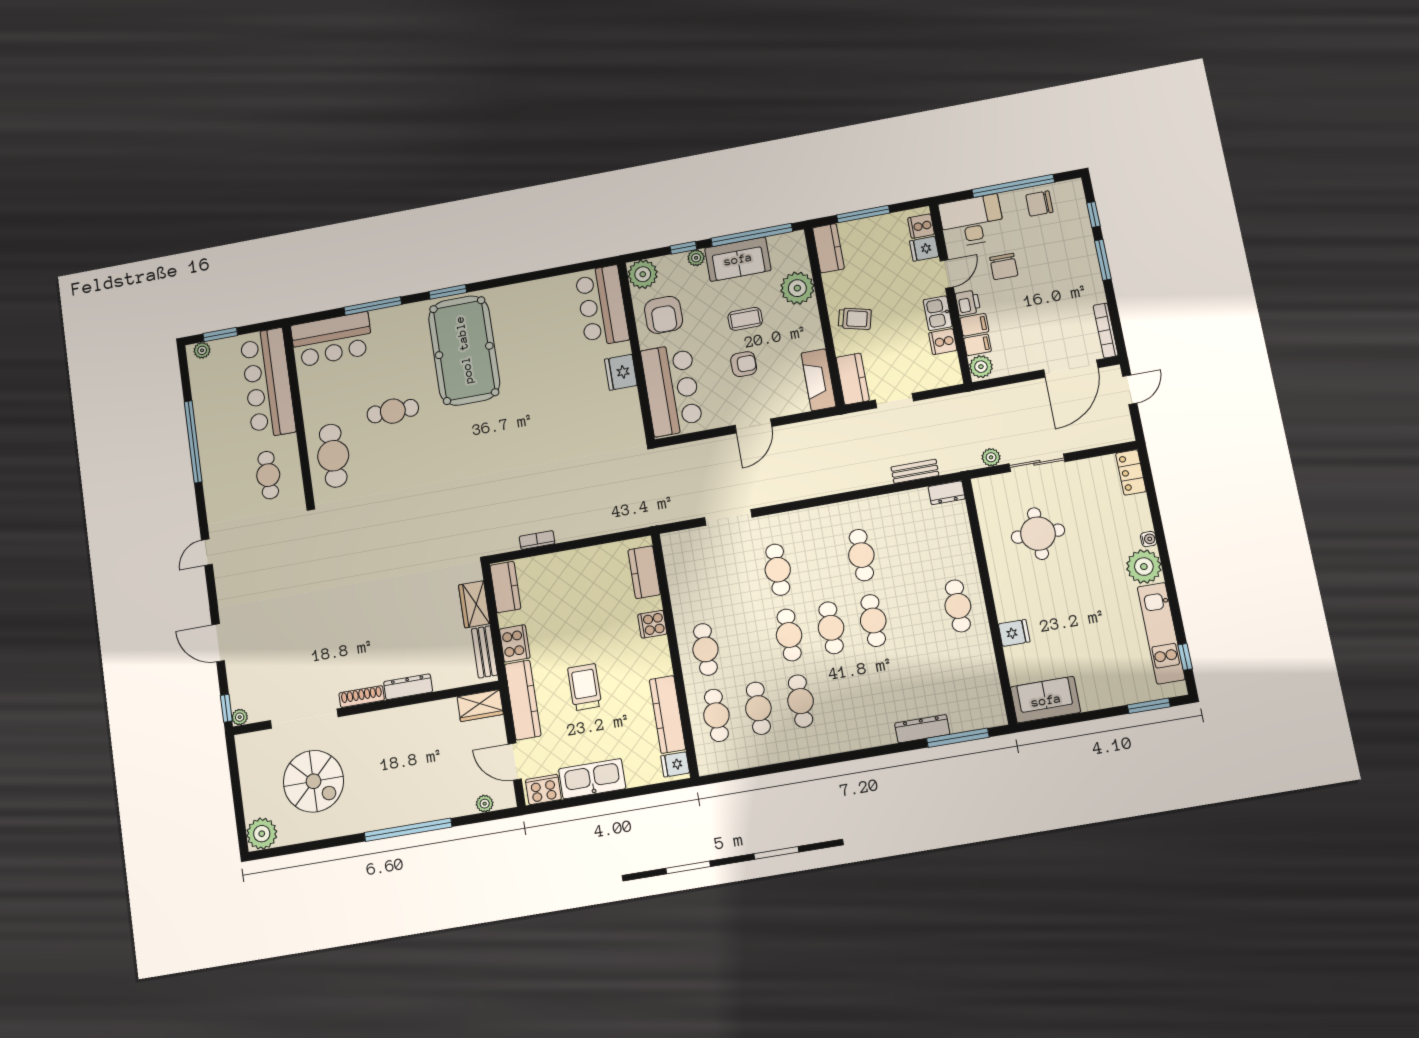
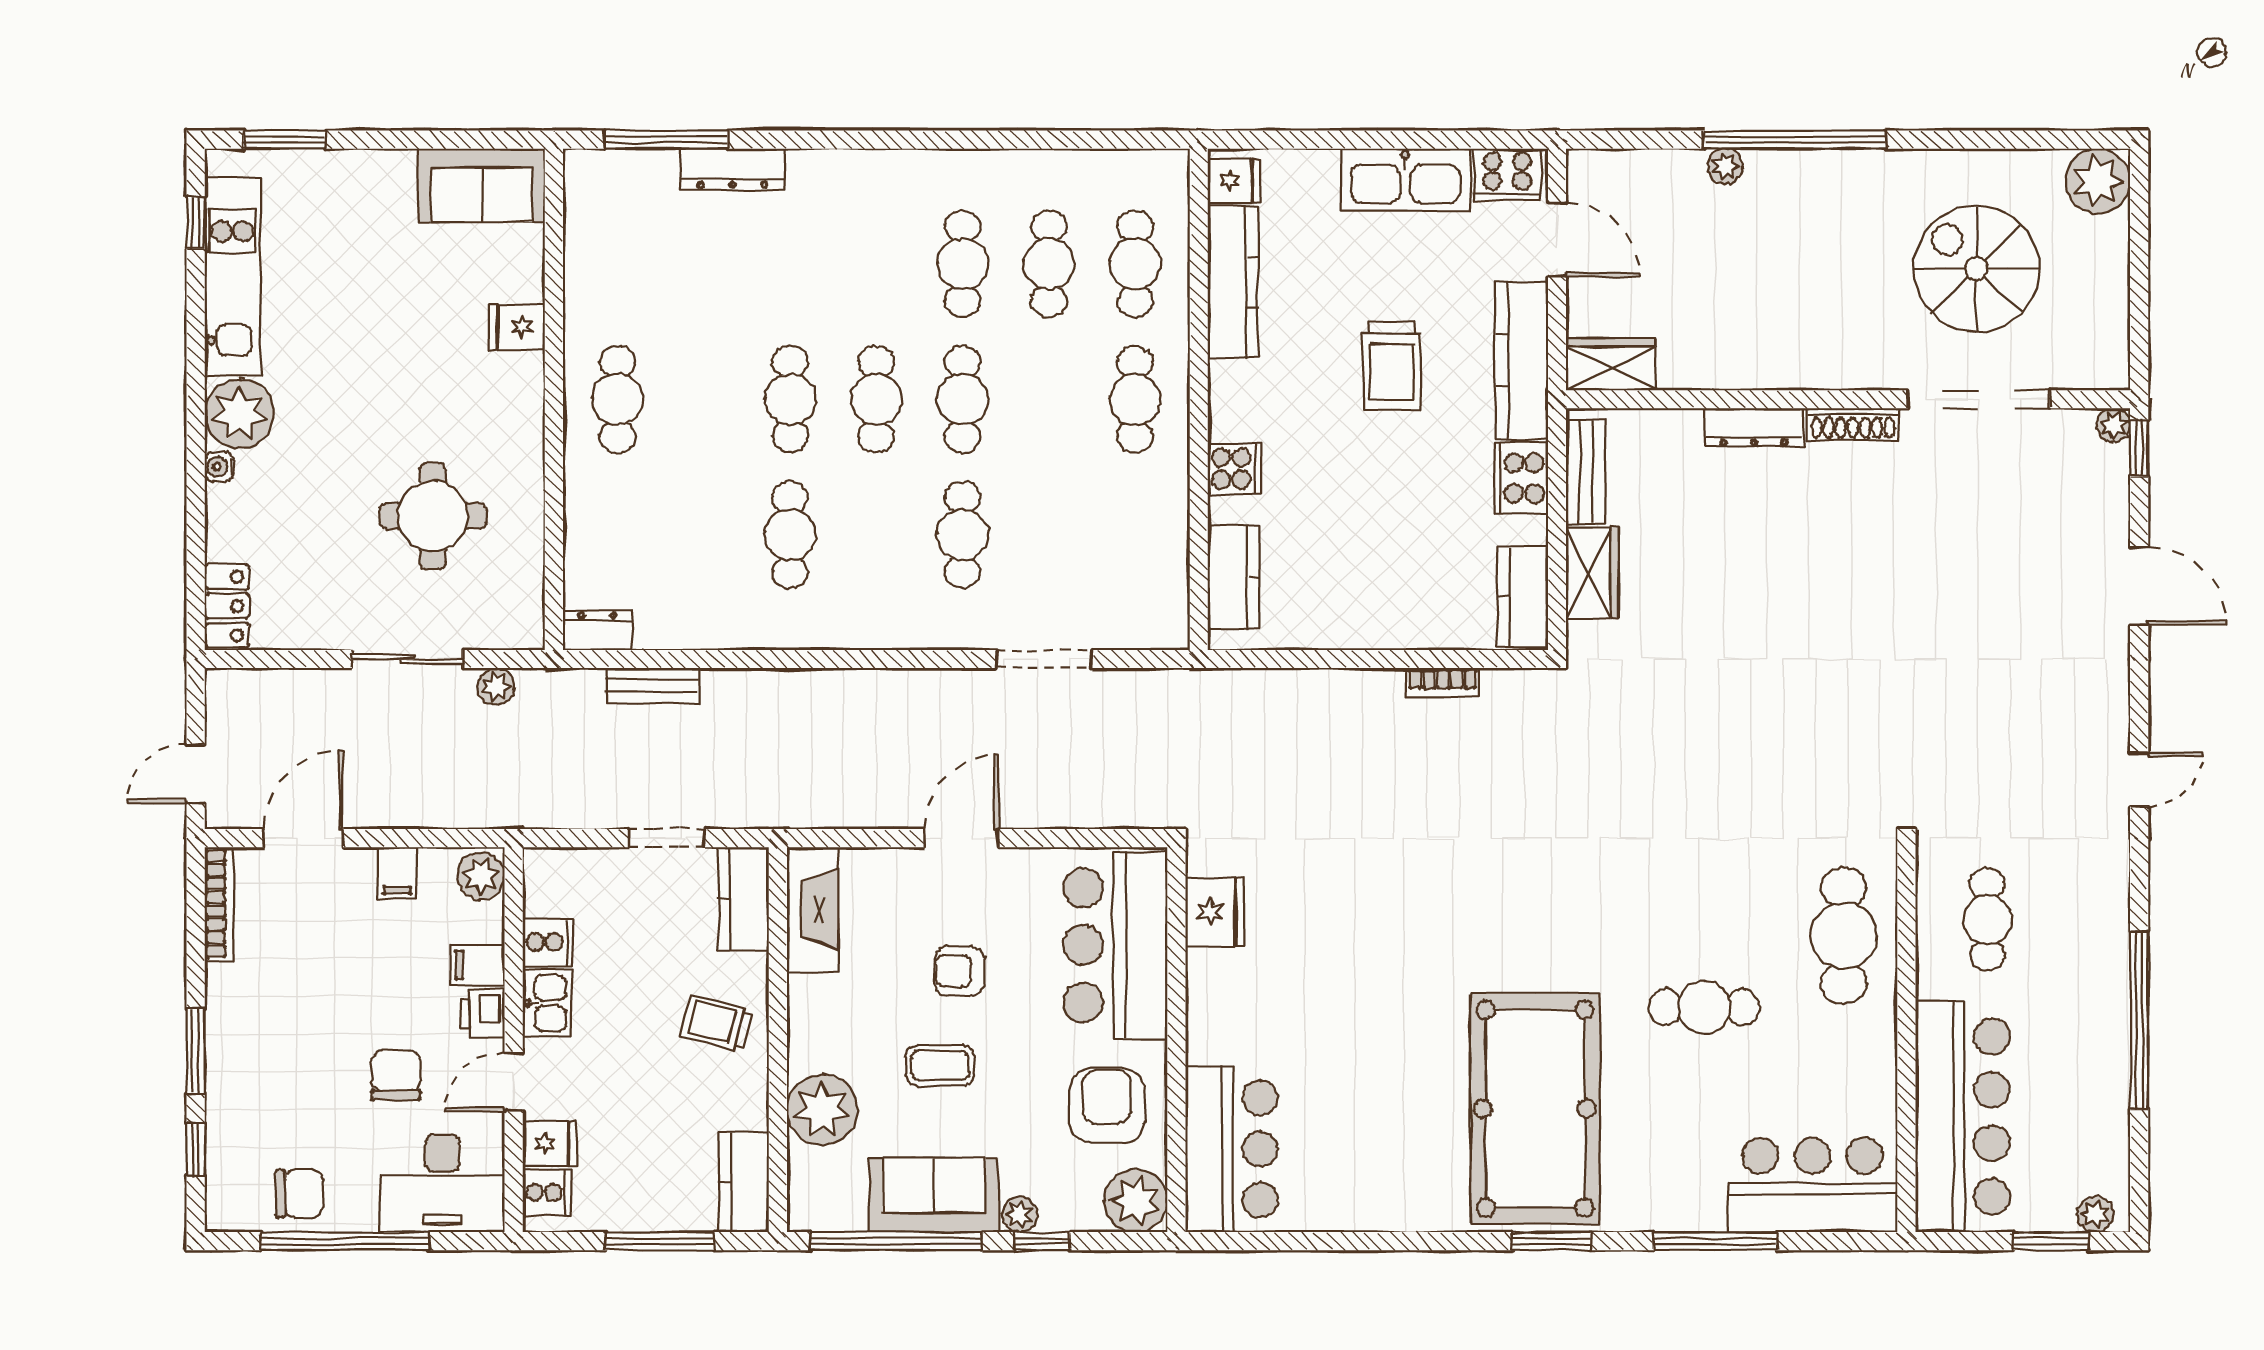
filing cabinet: (978, 345) -> (397, 873), moved, turned -90
door: (1071, 369) -> (303, 838), width x0.73
fridge: (621, 372) -> (1215, 912), moved
plant: (485, 804) -> (1725, 166), moved

